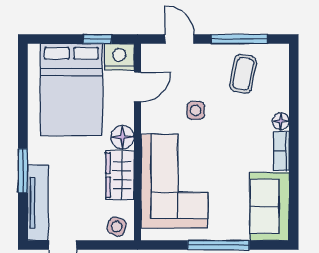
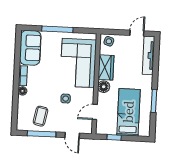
nightstand: (119, 57) -> (103, 128), removed
bed: (71, 90) -> (128, 112), width x0.67
window: (23, 171) -> (154, 101), moved

